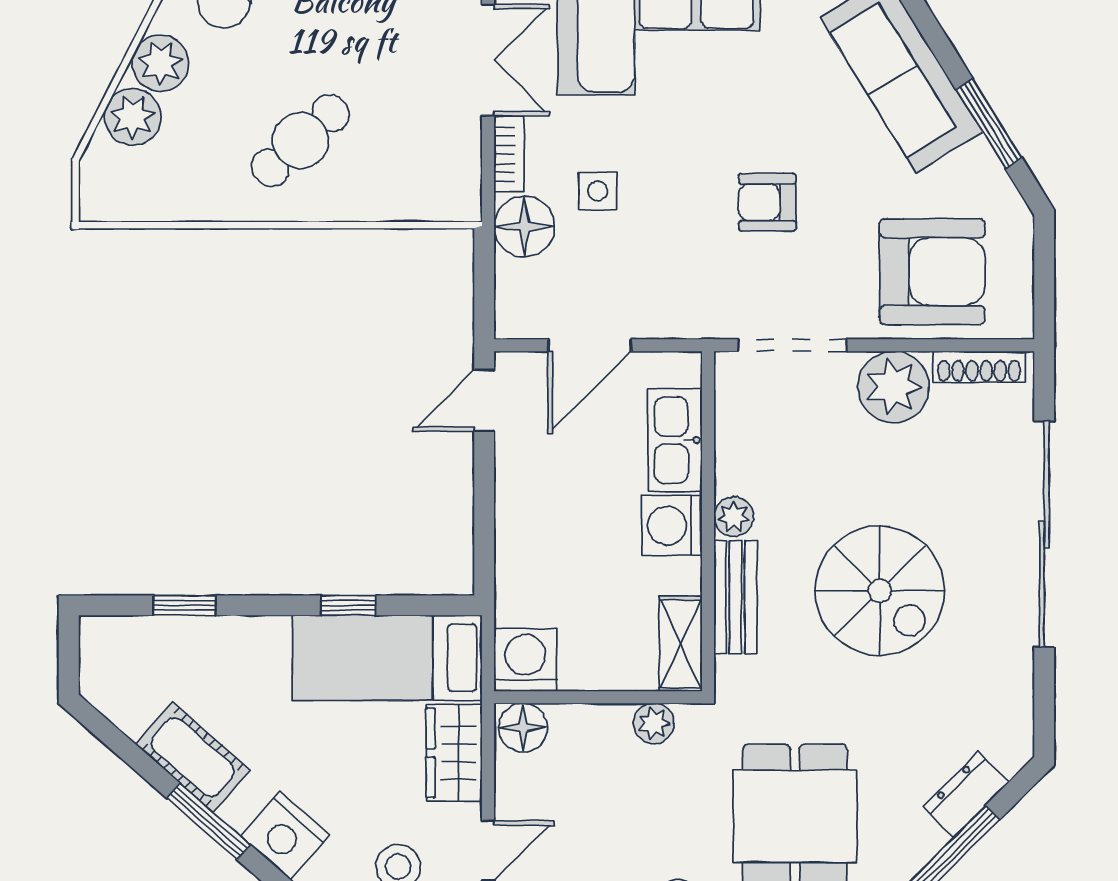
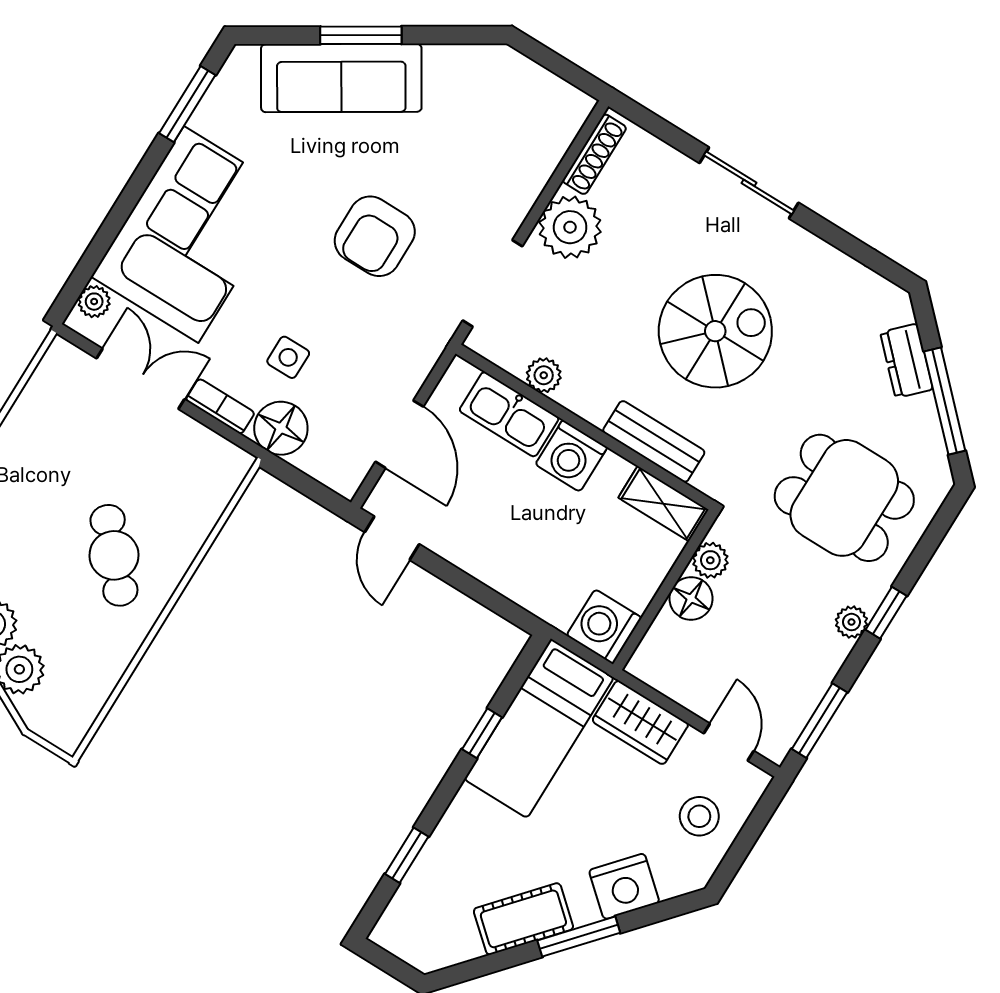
window: (989, 123) -> (361, 35), moved
armchair: (767, 202) -> (375, 236), width x1.38, depth x1.38
armchair: (932, 272) -> (502, 145), removed
plant: (734, 517) -> (544, 375), moved
sliding door: (1044, 534) -> (749, 183), width x0.54
floor lamp: (523, 728) -> (691, 598), moved

